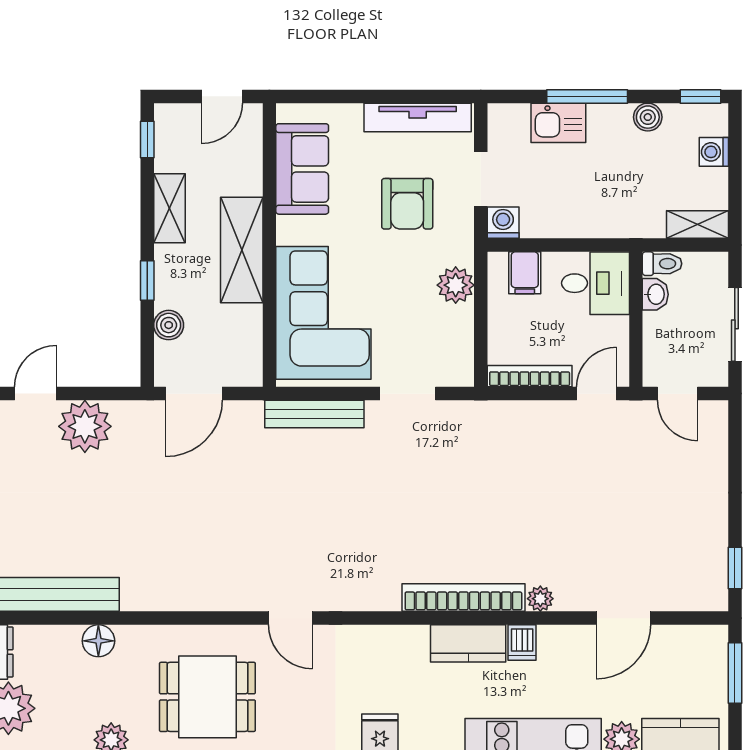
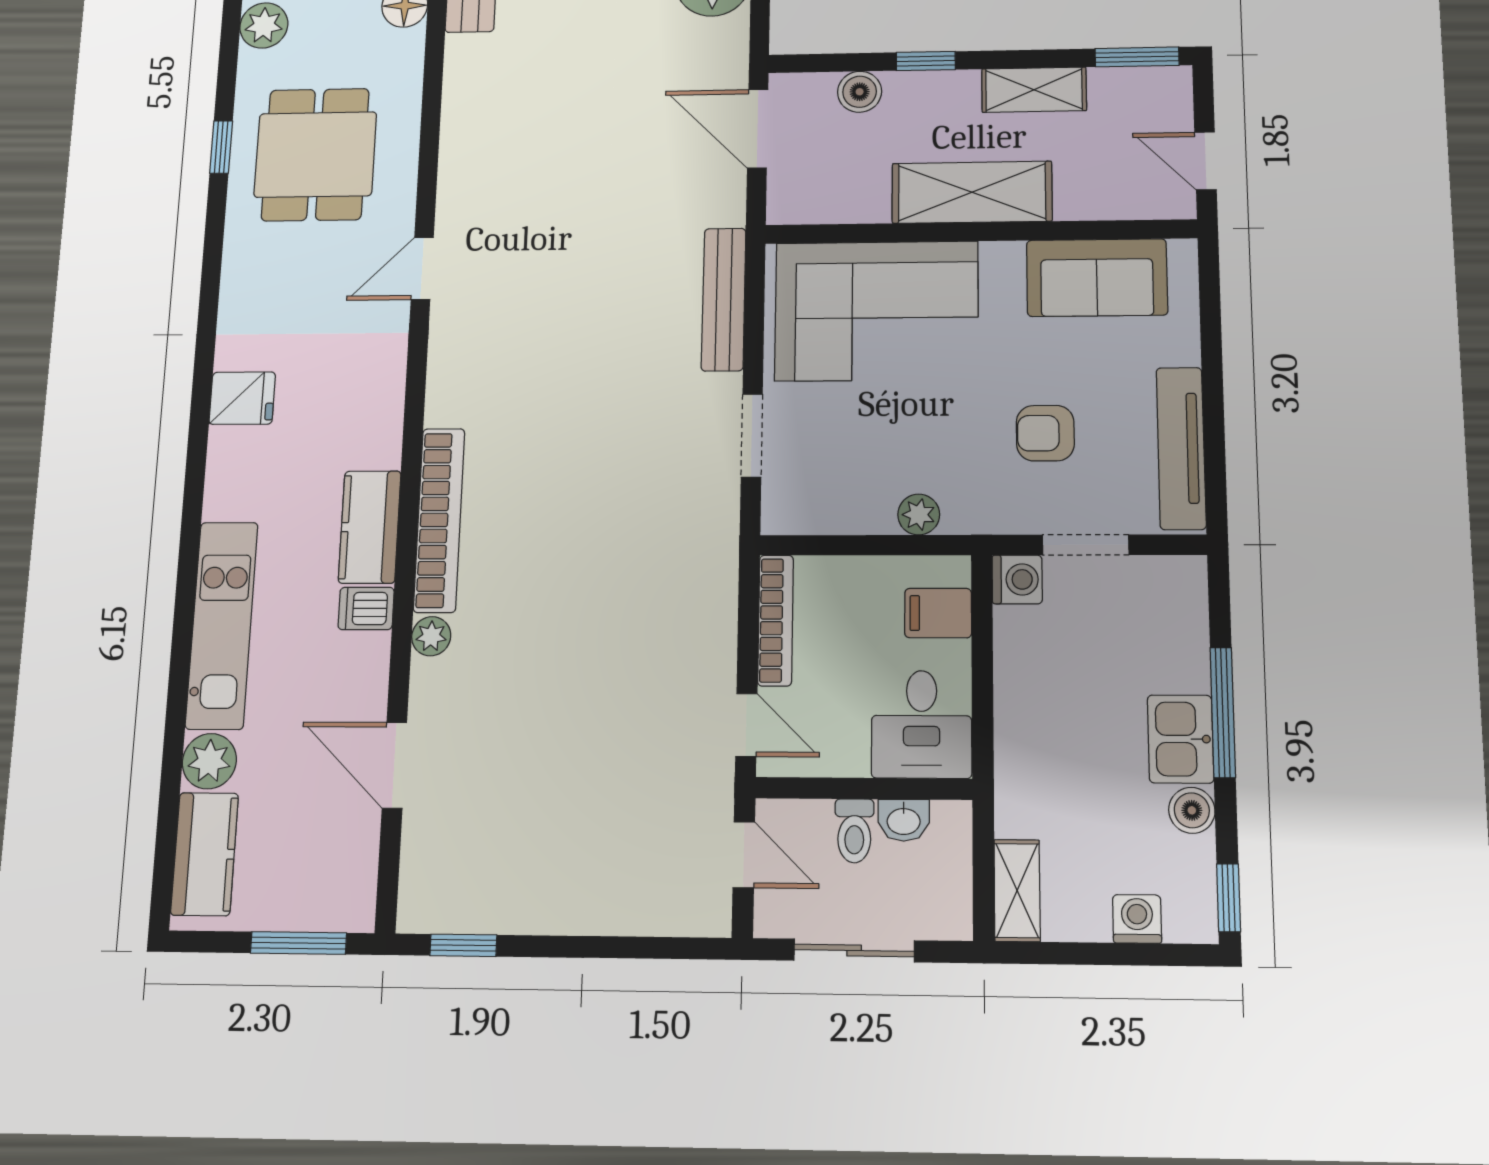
kitchen sink: (558, 123) -> (1181, 739), moved
window: (147, 139) -> (1137, 57), width x1.50
armchair: (407, 204) -> (1045, 433), width x0.72, depth x0.72
toilet: (662, 264) -> (854, 831), moved
plant: (456, 285) -> (919, 515), width x0.73, depth x0.73
door: (677, 394) -> (744, 855), swing flipped

